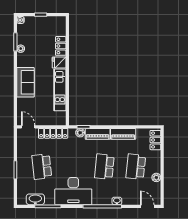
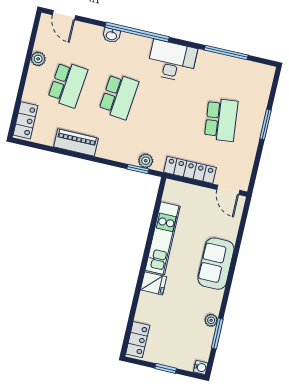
locker: (61, 46) -> (138, 340), moved
piano: (98, 134) -> (118, 152), removed
desk: (73, 191) -> (172, 61), width x0.73, depth x0.77
washbasin: (35, 199) -> (244, 69), removed

